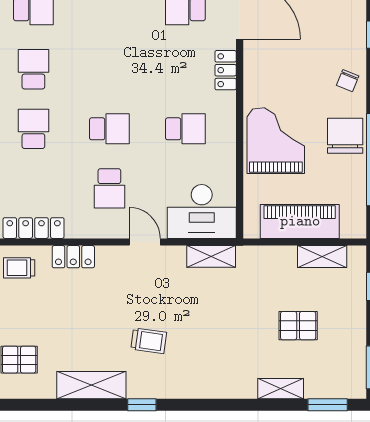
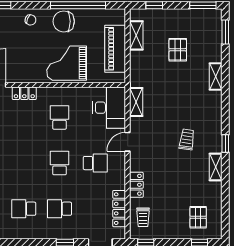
shelving: (91, 385) -> (216, 167), width x0.67, depth x0.75
shelving: (281, 389) -> (216, 77), moved

